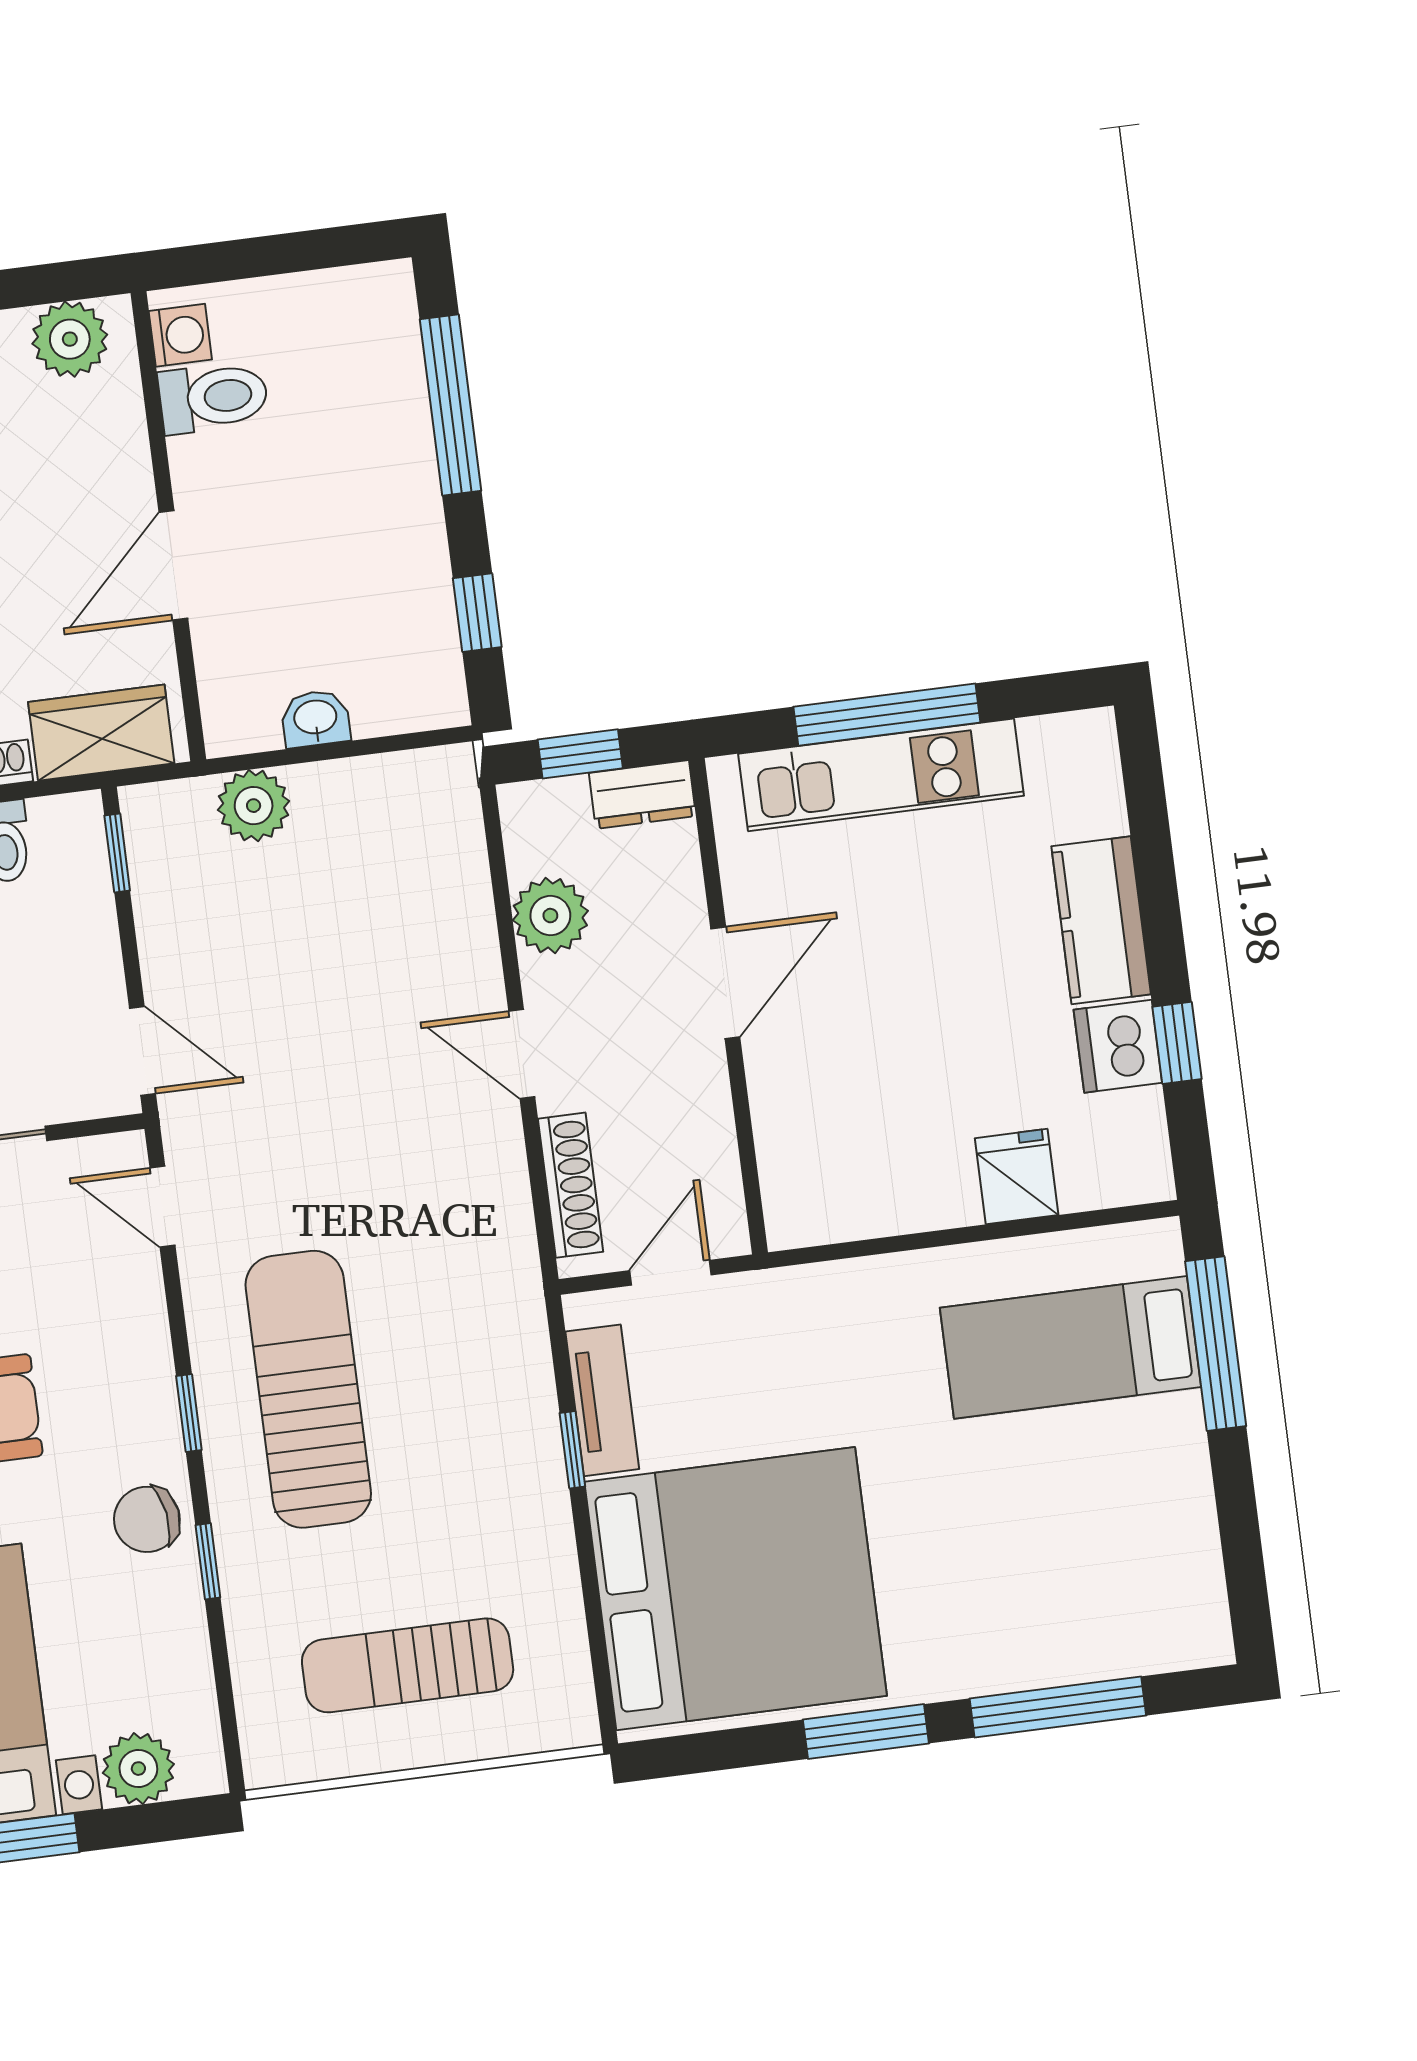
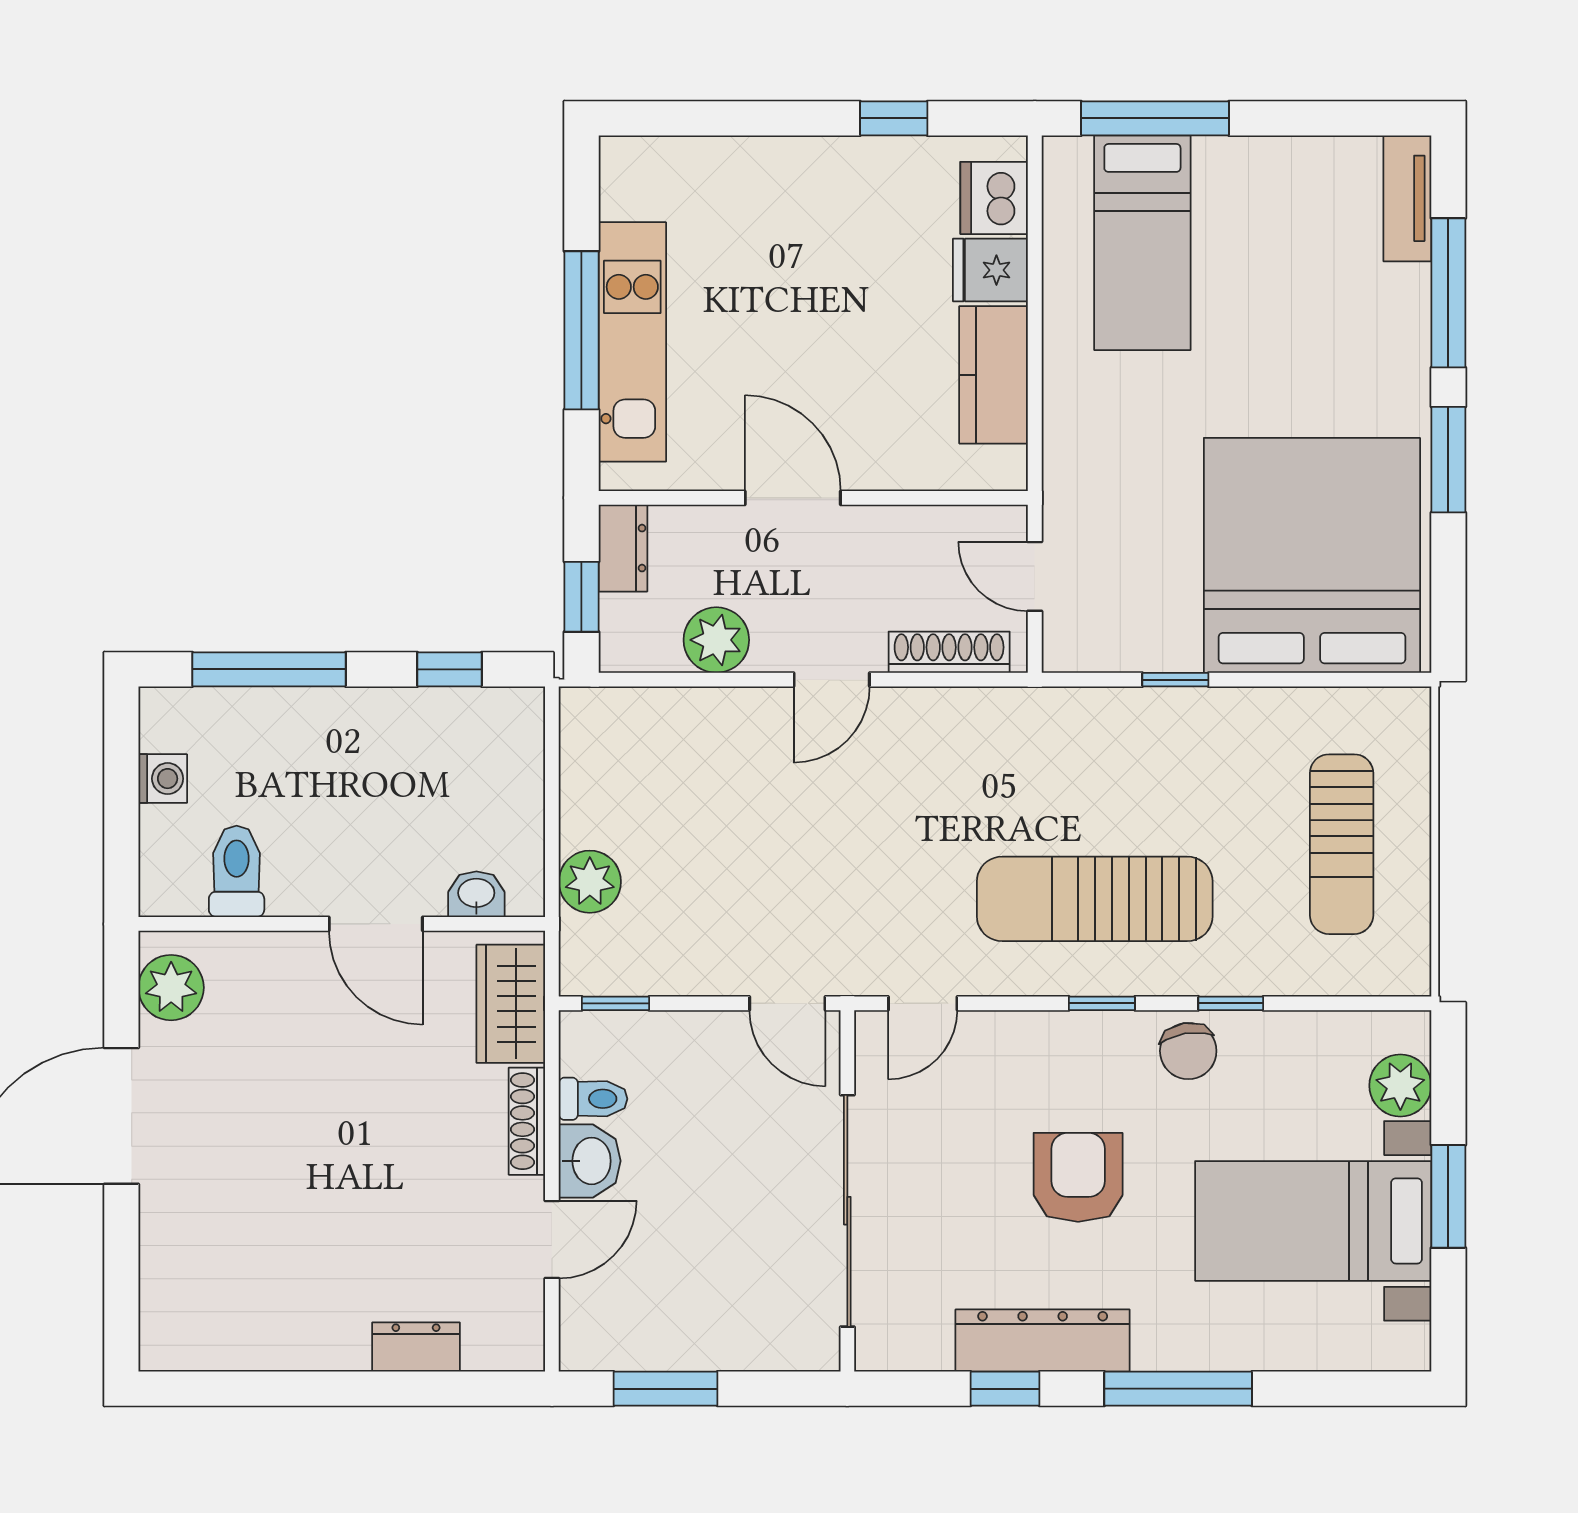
washing machine: (180, 335) -> (163, 779), moved, turned 90
washbasin: (316, 719) -> (476, 894), moved, turned 90
kitchen counter: (1101, 920) -> (994, 375), moved, turned 90
dishwasher: (1118, 1046) -> (994, 198), moved, turned 90
door: (143, 1051) -> (787, 1003), swing flipped
tv unit: (602, 1400) -> (1407, 198), moved, turned -90

